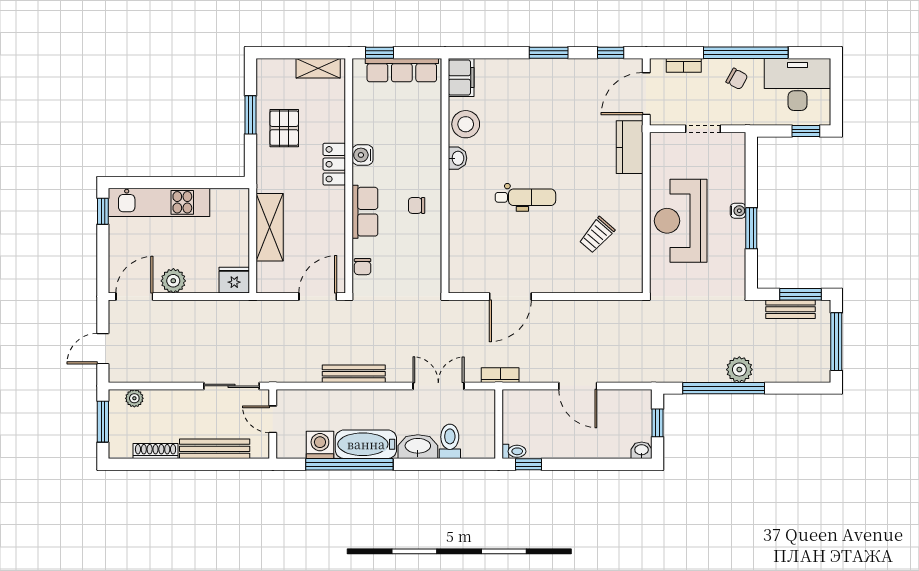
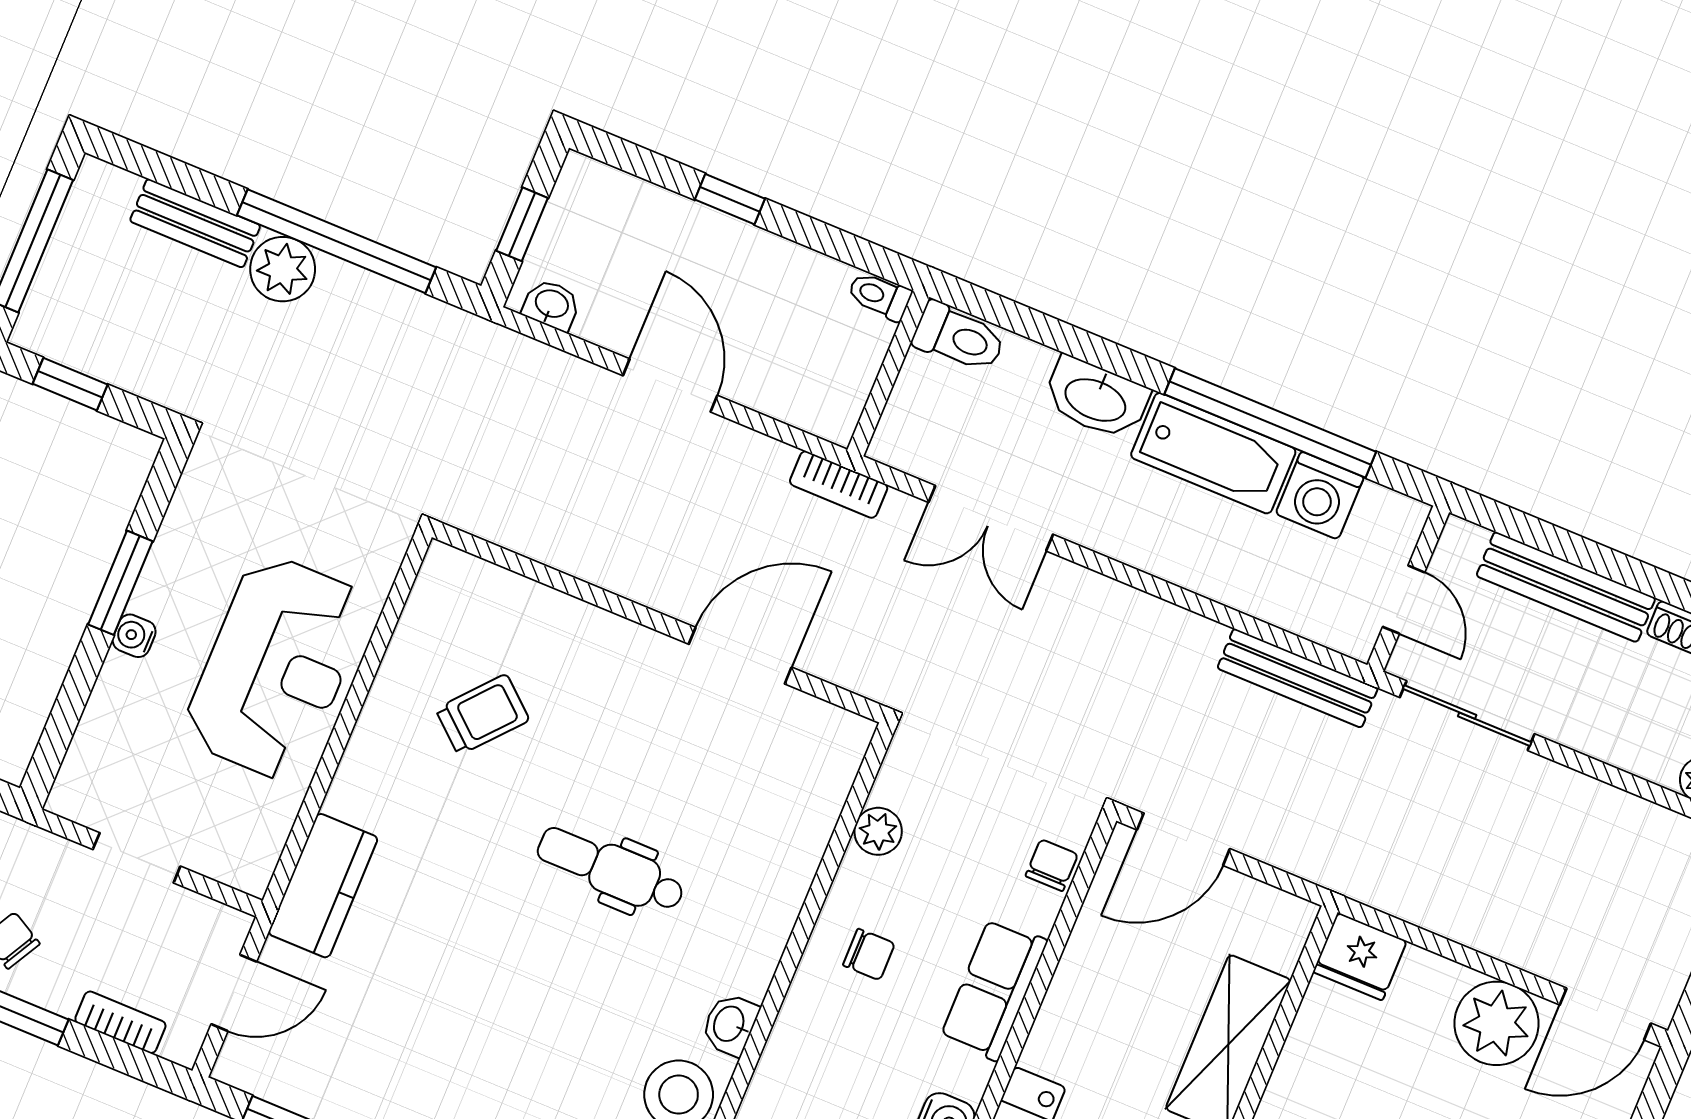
door: (646, 94) -> (234, 993), width x0.73
plant: (432, 253) -> (878, 831), added
plant: (173, 281) -> (1497, 1023), width x1.36, depth x1.36
window: (800, 294) -> (70, 384), width x0.67
bench: (791, 309) -> (195, 223), moved
bench: (354, 374) -> (1298, 678), moved
toilet: (450, 441) -> (959, 337), moved, turned -90
washbasin: (642, 450) -> (551, 305), moved, turned 180
window: (529, 464) -> (730, 199), moved

